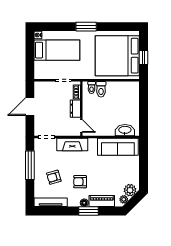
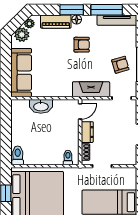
toilet: (101, 89) -> (18, 155), moved
door: (81, 126) -> (80, 111), swing flipped
washbasin: (125, 130) -> (41, 106), moved
sofa: (118, 147) -> (21, 73), moved, turned 90
armchair: (54, 177) -> (120, 65), moved
window: (59, 211) -> (107, 10), added

